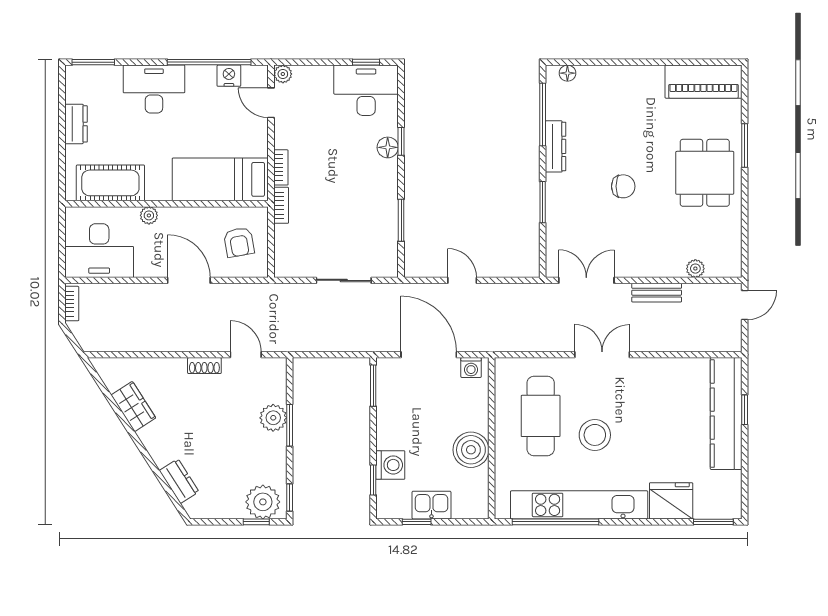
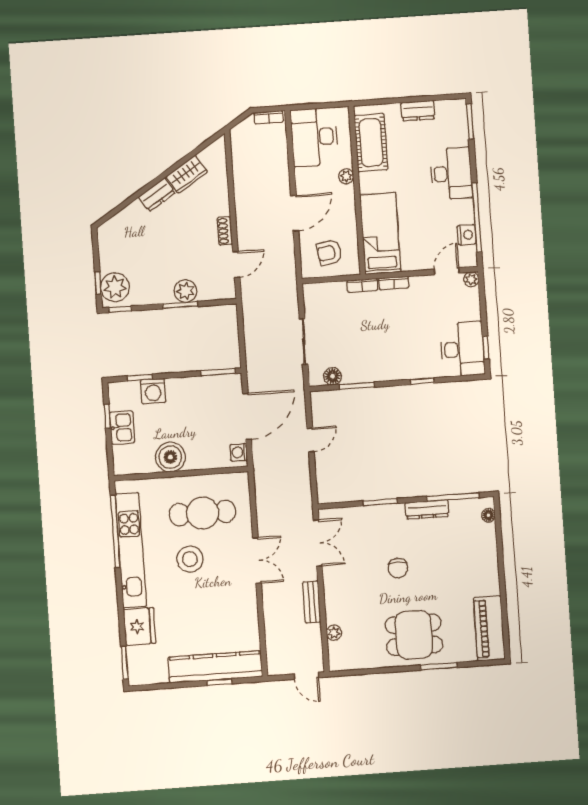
floor lamp: (388, 147) -> (333, 376), moved
dresser: (179, 481) -> (157, 195), moved

